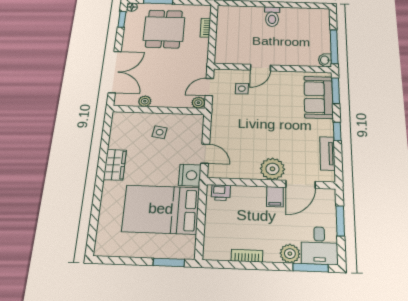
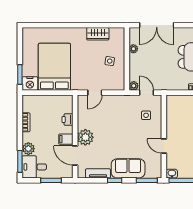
door: (260, 68) -> (164, 146), moved
sofa: (318, 97) -> (128, 168), moved
wardrobe: (115, 165) -> (98, 34), moved
nightstand: (190, 175) -> (30, 83), moved
printer: (221, 193) -> (67, 120), moved

